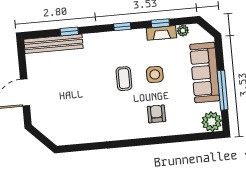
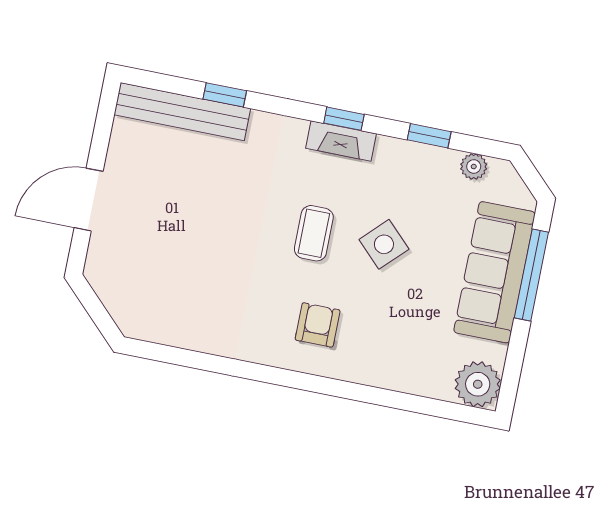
fireplace: (161, 33) -> (341, 141), moved
side table: (155, 74) -> (384, 244), turned 45
window: (223, 90) -> (531, 275), moved
armchair: (157, 114) -> (318, 325), moved

